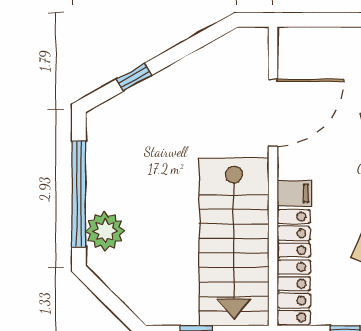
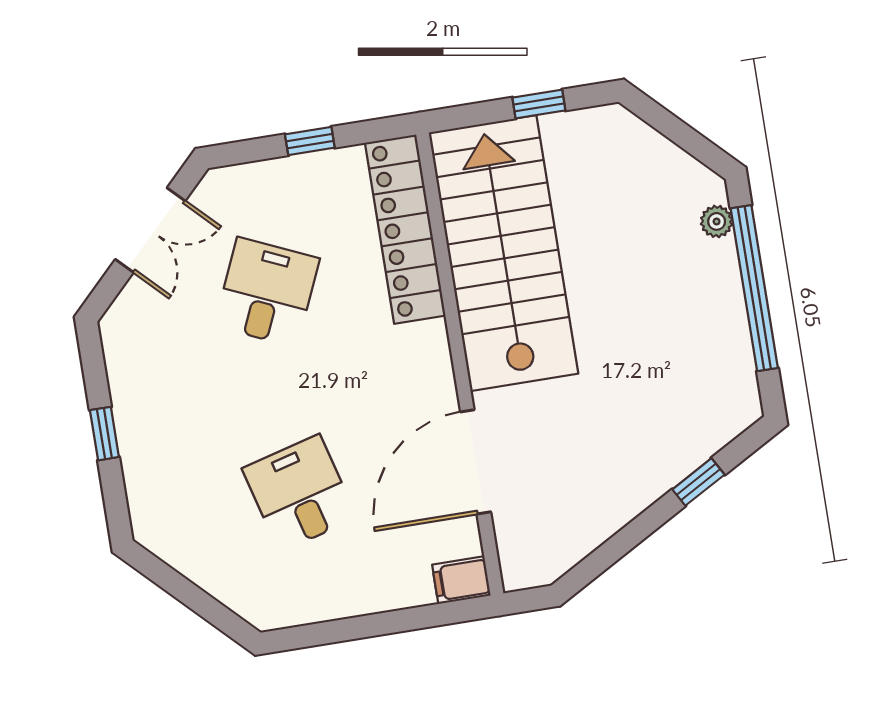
filing cabinet: (294, 193) -> (461, 580), moved
plant: (105, 231) -> (717, 221), width x0.53, depth x0.53

